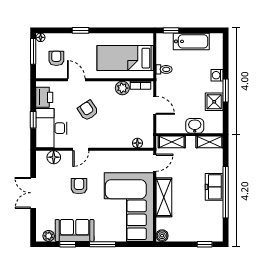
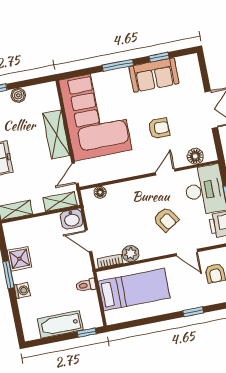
washbasin: (195, 126) -> (72, 219), moved
armchair: (79, 186) -> (159, 128), turned -90
plant: (49, 236) -> (183, 63), removed
boiler: (162, 236) -> (18, 95), moved

